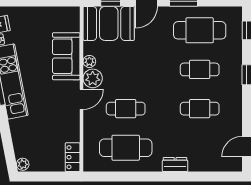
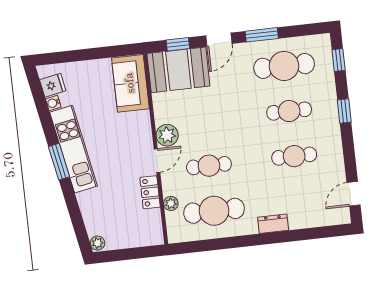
sofa: (66, 56) -> (130, 83), moved
plant: (89, 61) -> (171, 203), moved
locker: (73, 157) -> (150, 192), moved

